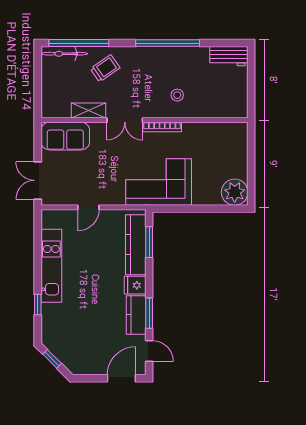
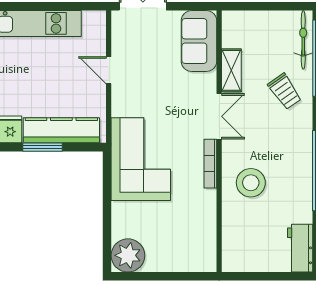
stool: (177, 95) -> (251, 183), width x1.89, depth x1.89
double door: (125, 120) -> (219, 116), swing flipped
window: (149, 242) -> (43, 147), moved

